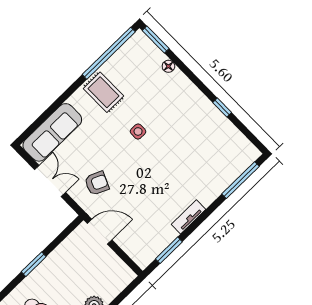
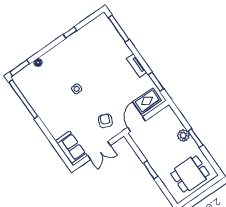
rug: (104, 92) -> (147, 101), moved
sofa: (52, 132) -> (71, 148), width x0.73
double door: (50, 181) -> (99, 150), swing flipped

